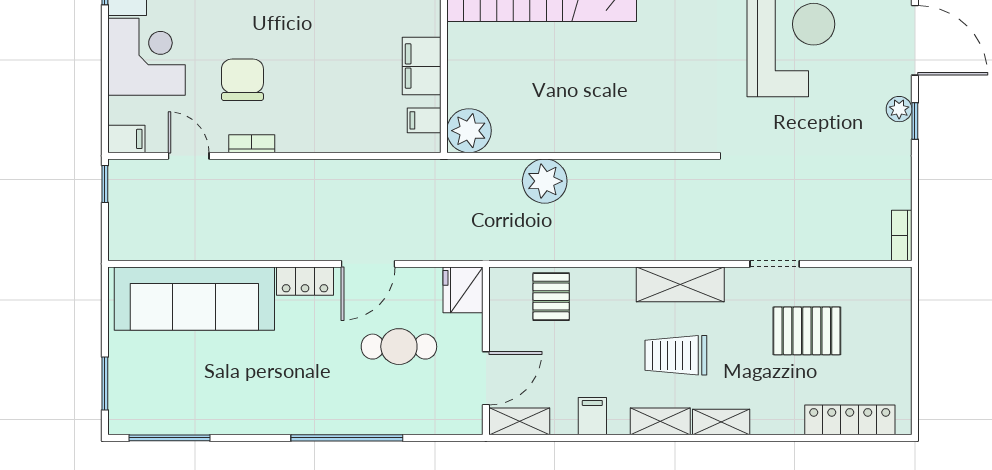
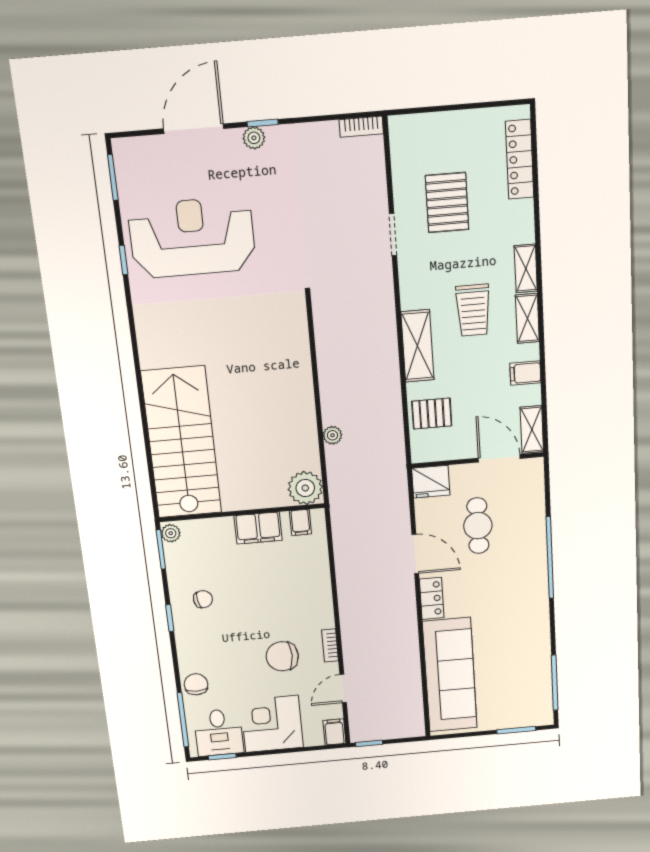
plant: (545, 181) -> (332, 435), width x0.53, depth x0.53
shelving: (680, 284) -> (417, 346), moved

